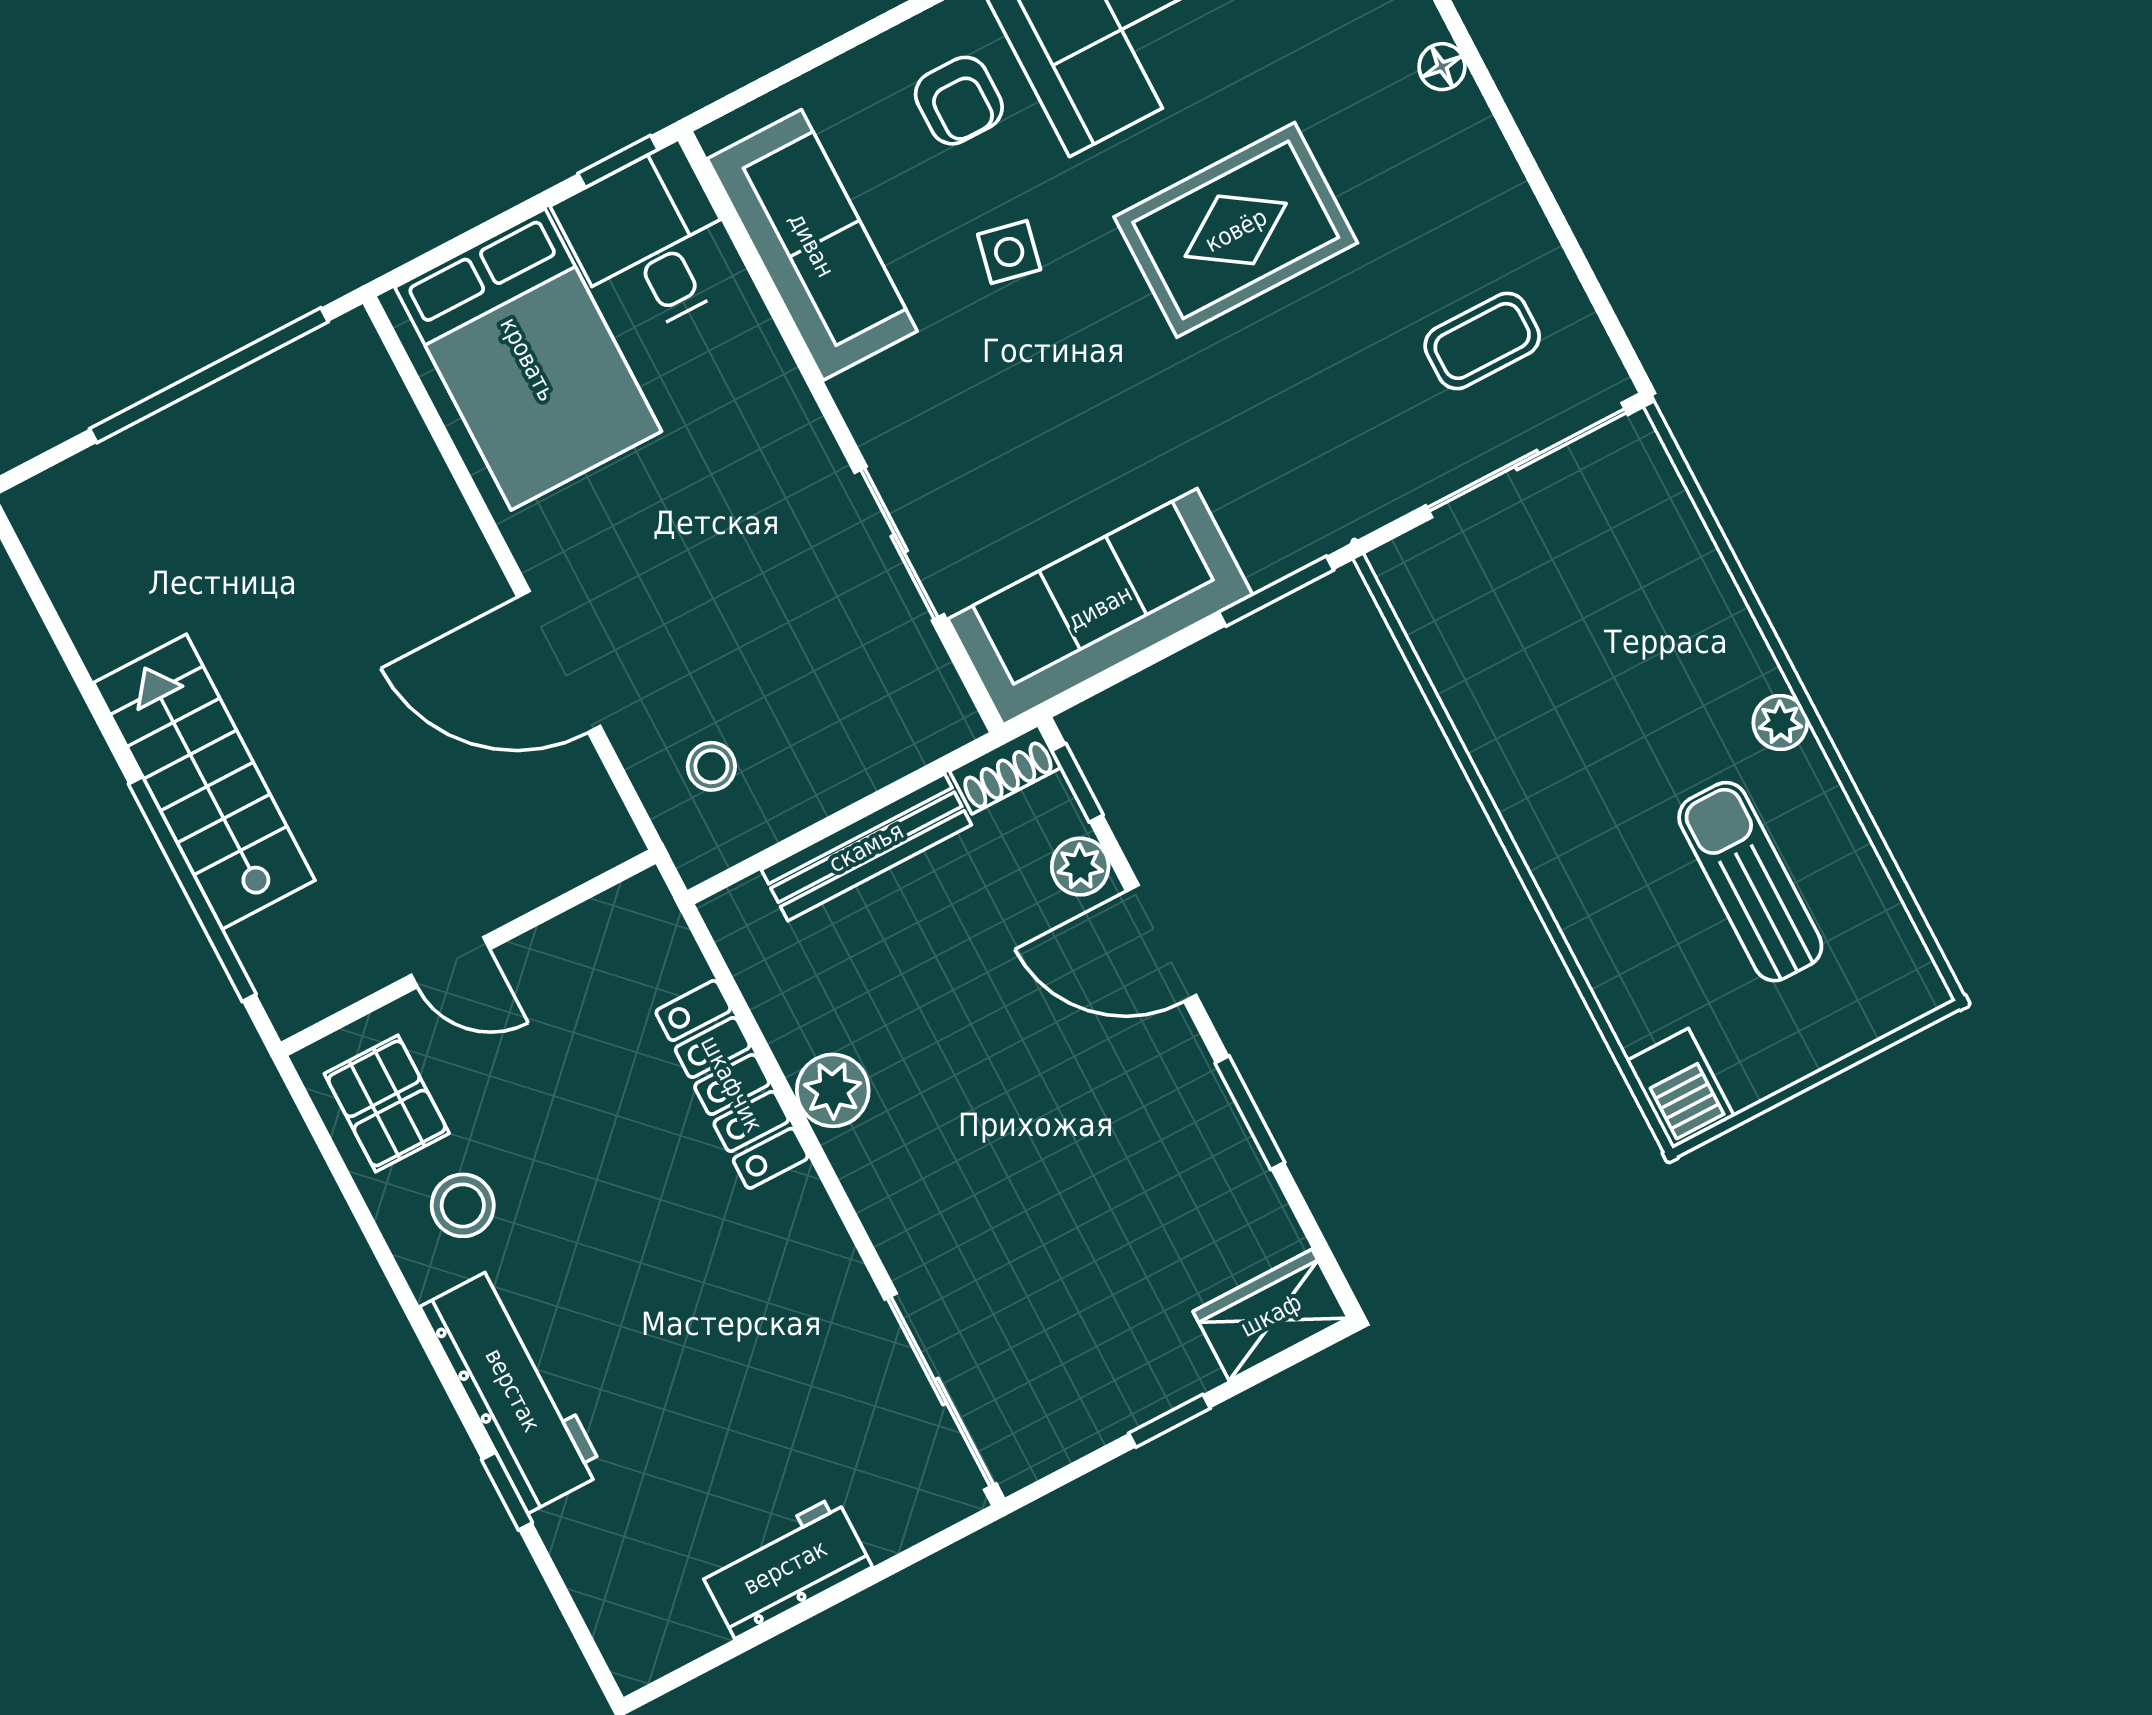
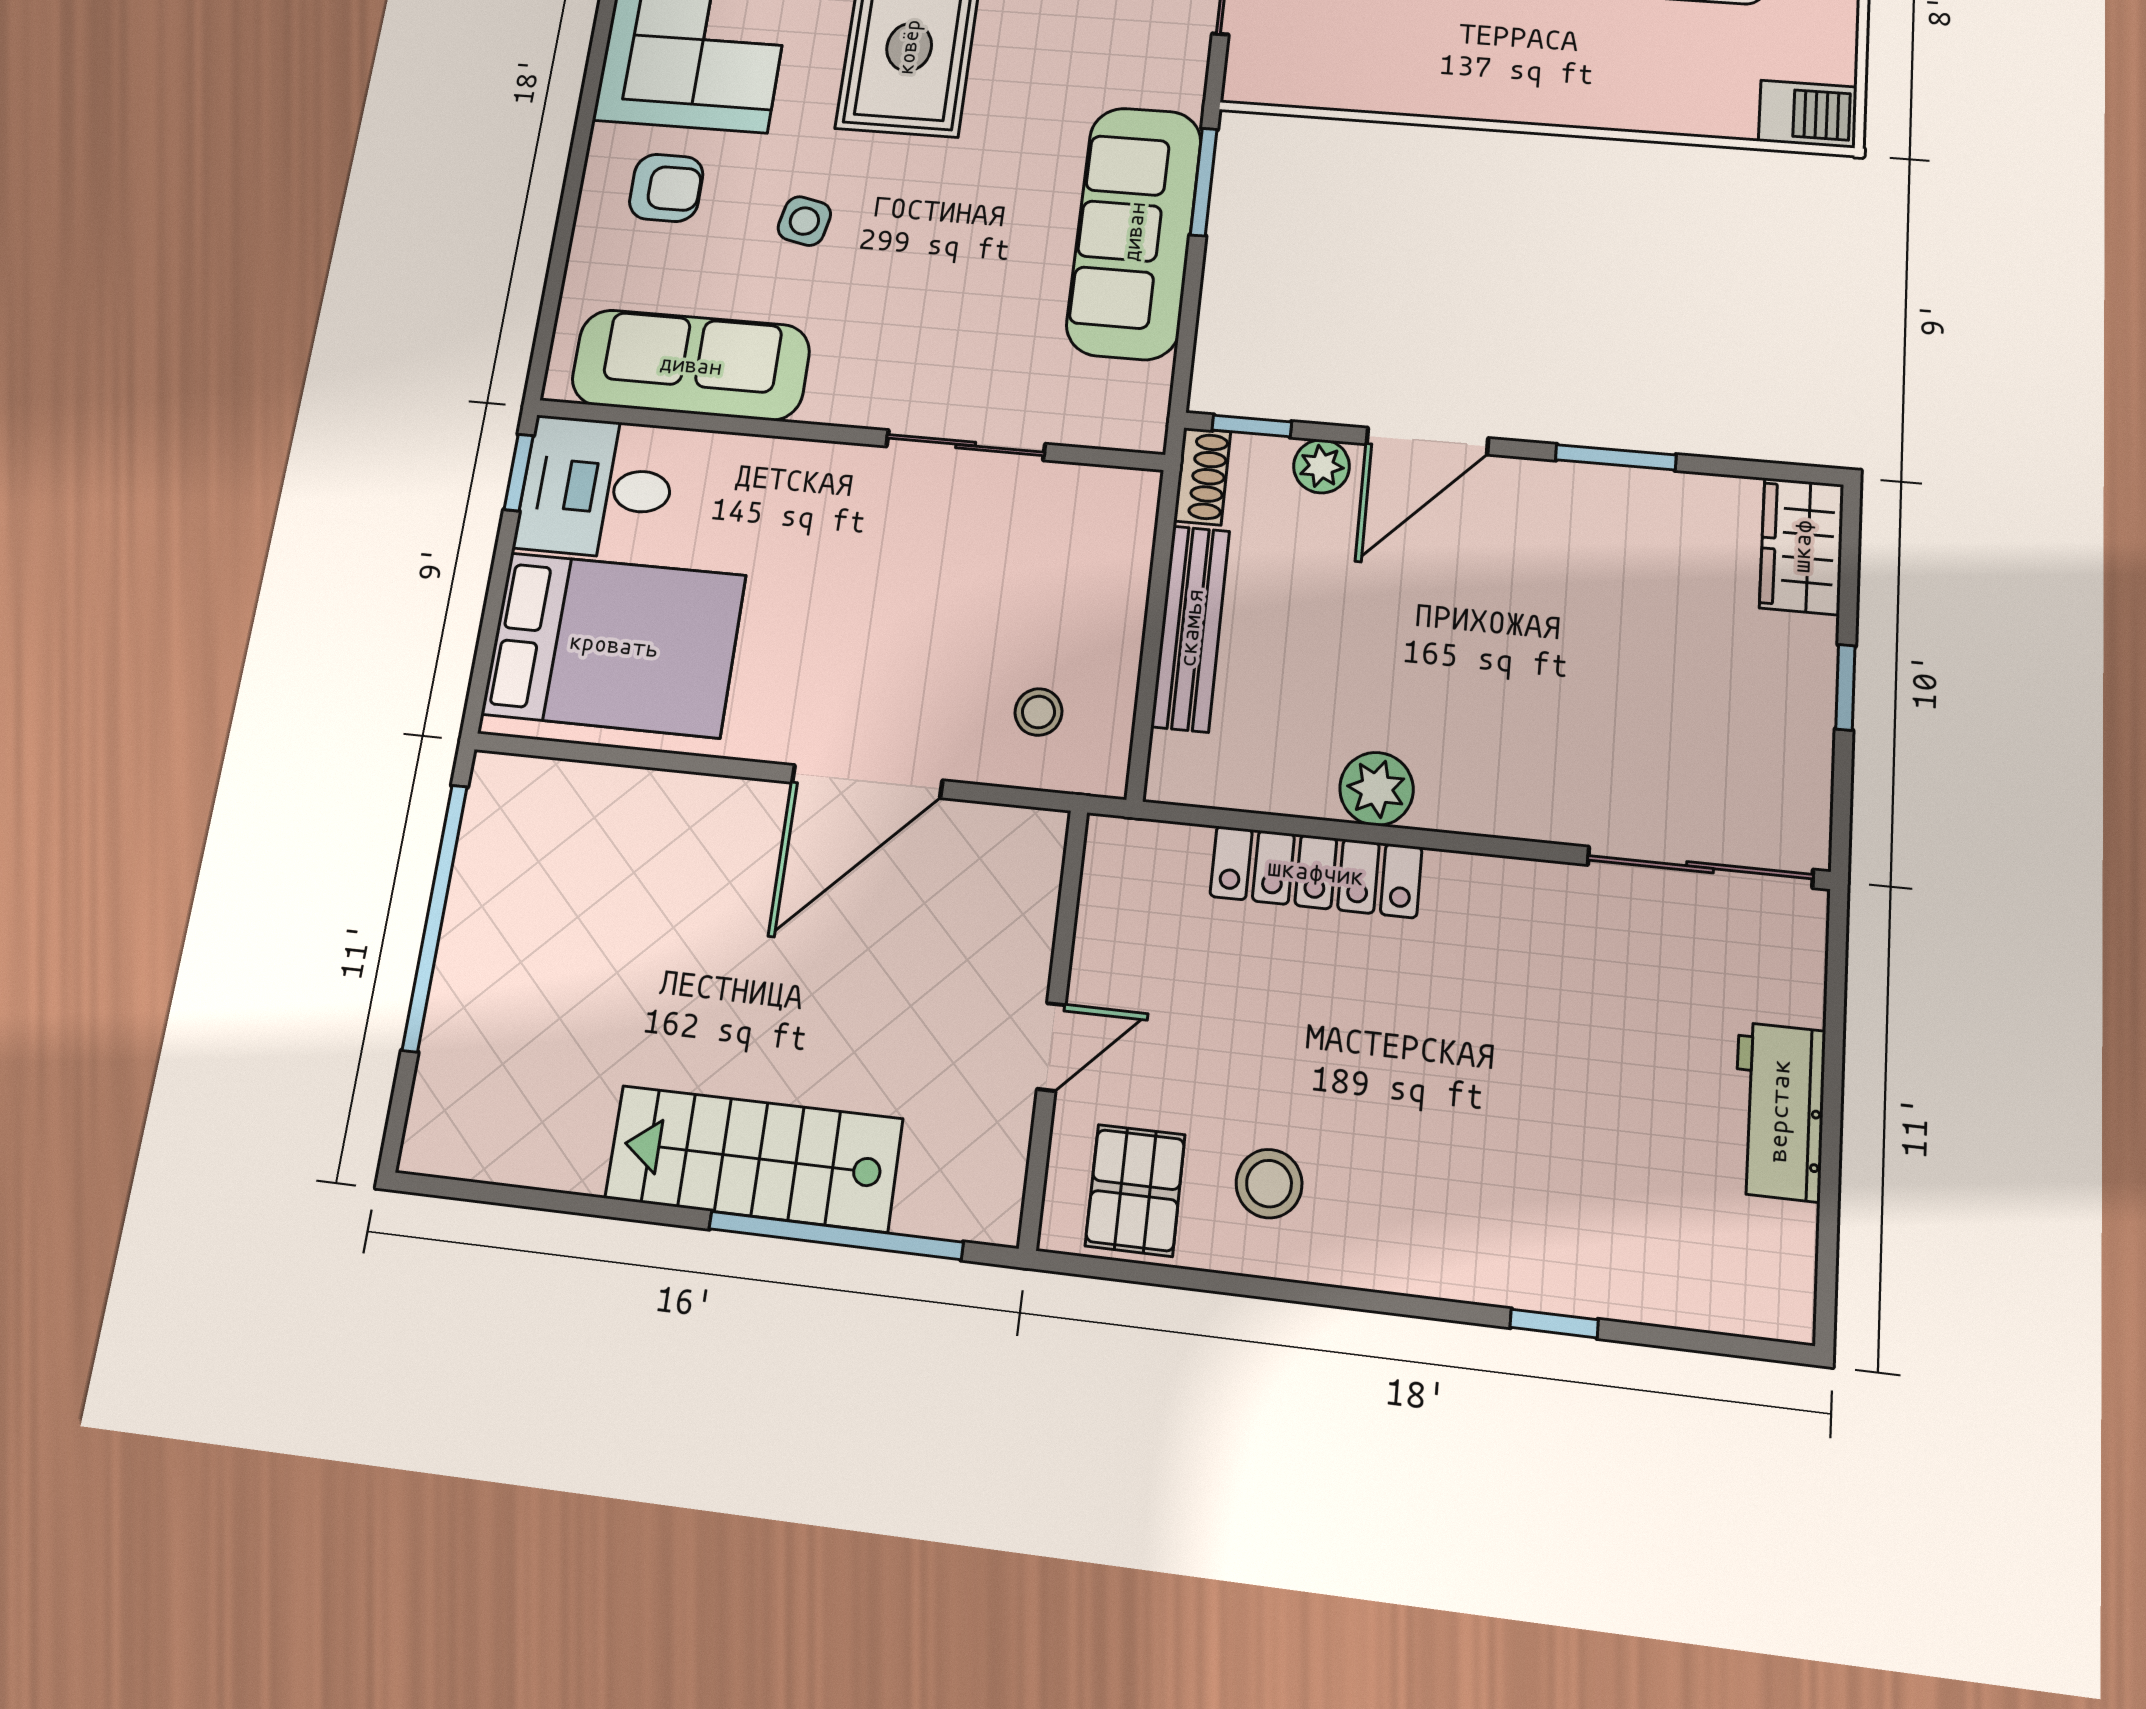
sofa: (1100, 607) -> (1134, 232), moved
pallet: (387, 1103) -> (1135, 1190), turned 90
workbench: (513, 1390) -> (1463, 1253), removed

